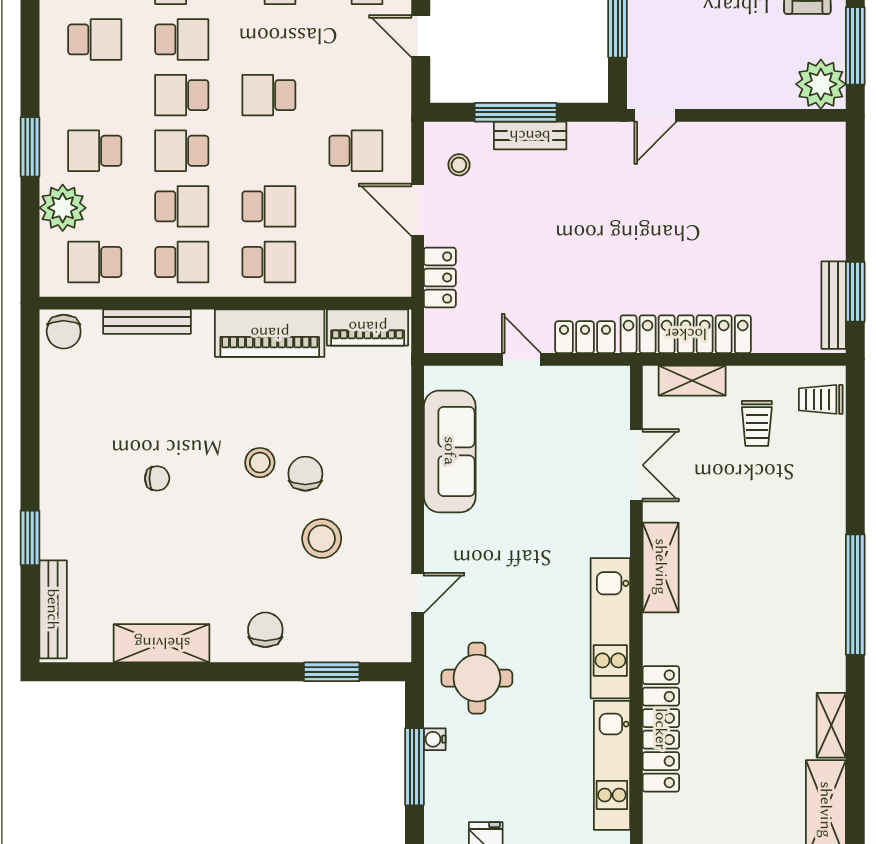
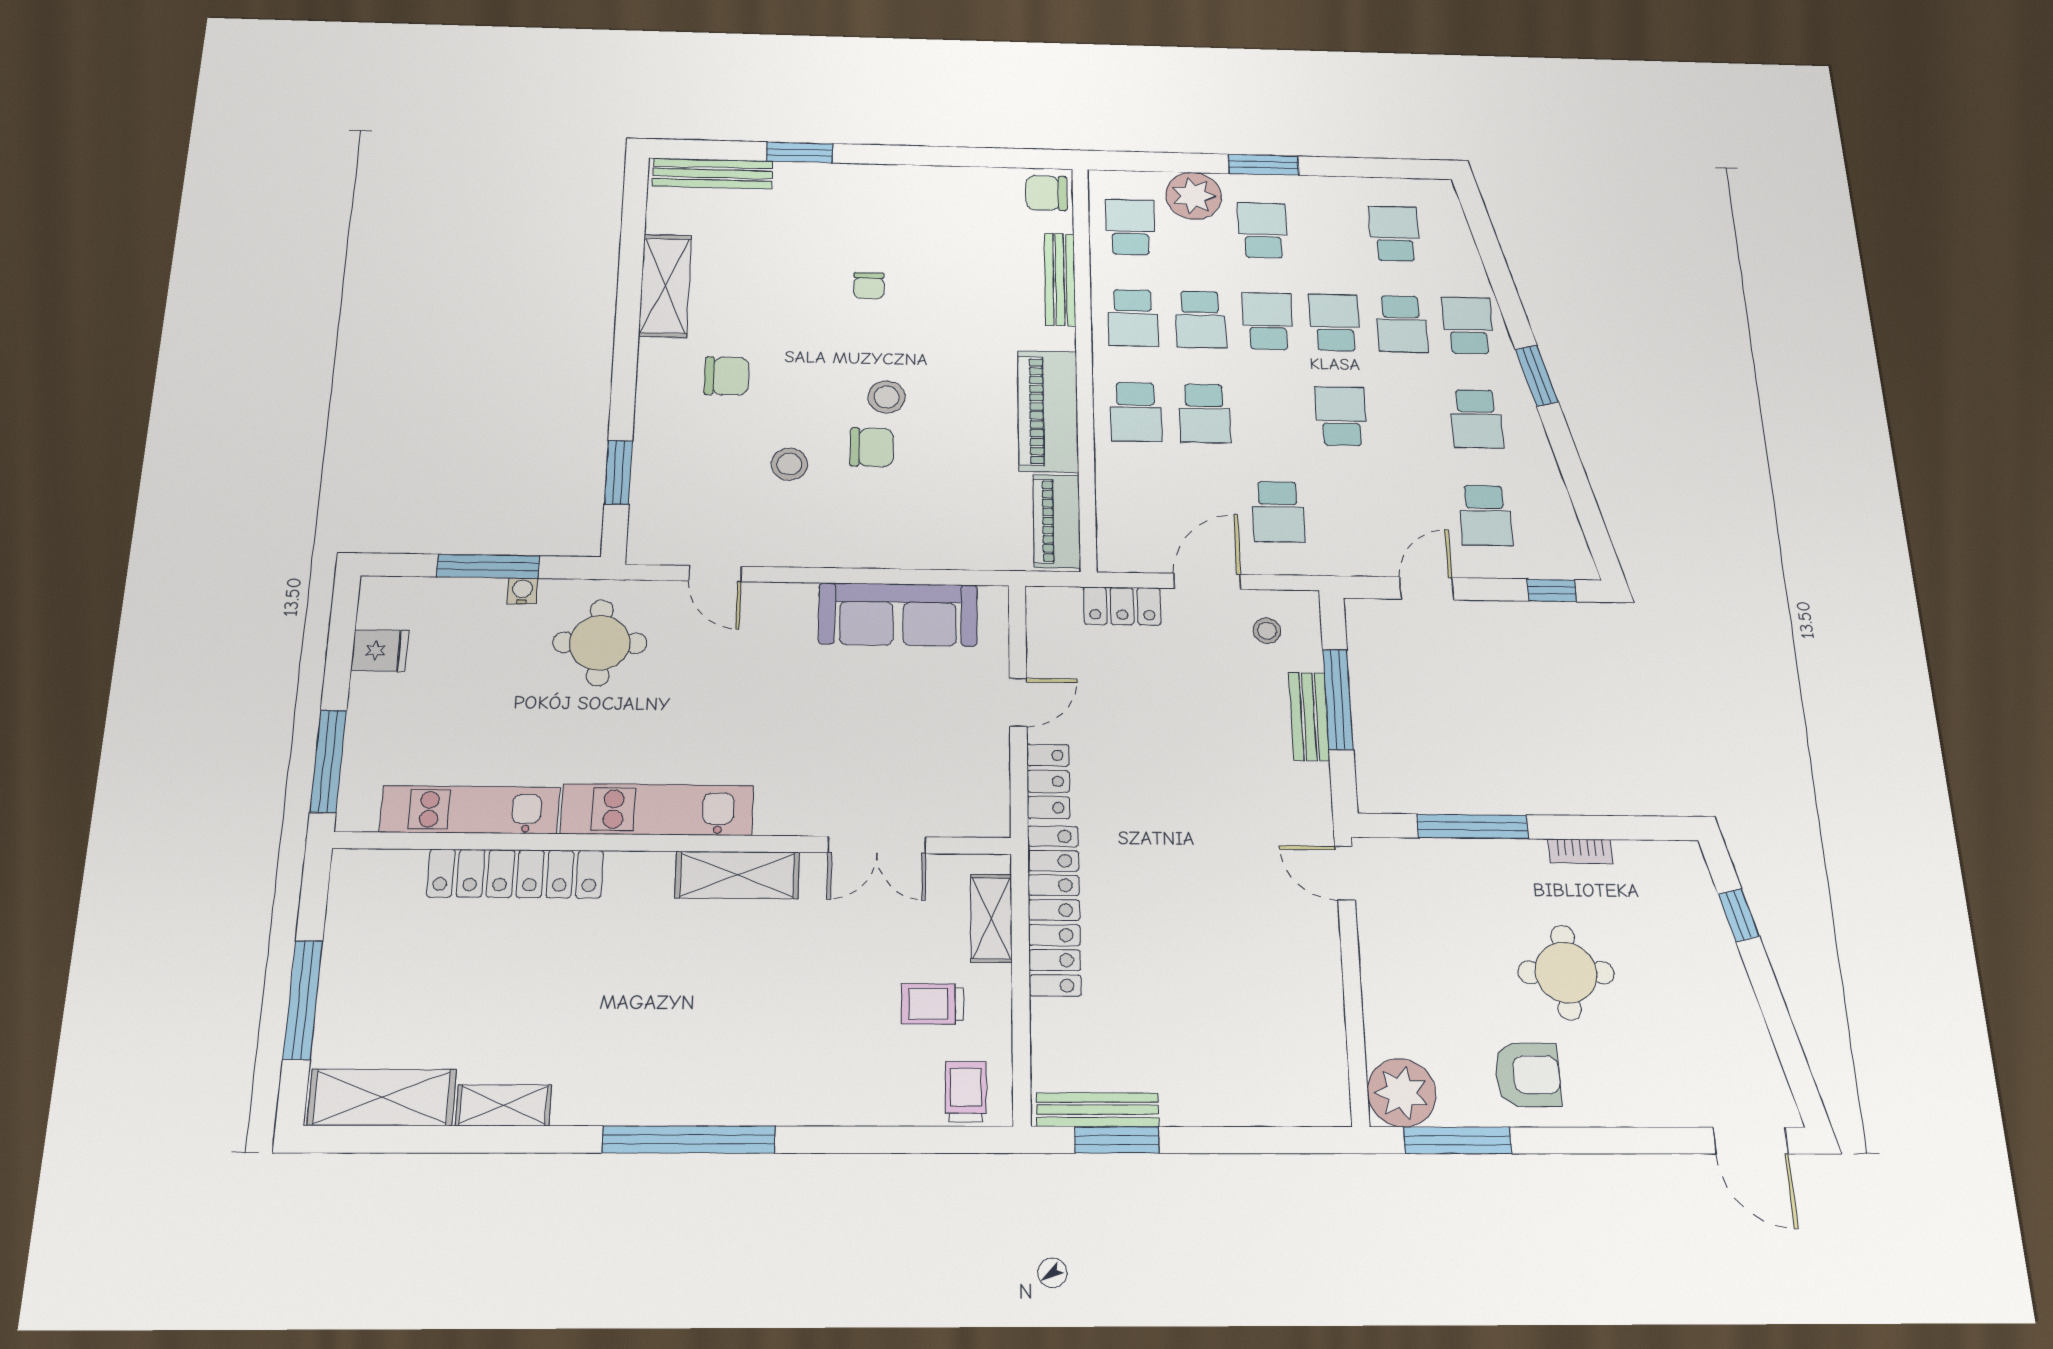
school desk: (95, 39) -> (1394, 234), turned 180
stool: (322, 539) -> (789, 464), width x0.73, depth x0.73
chair: (265, 630) -> (727, 376), moved

